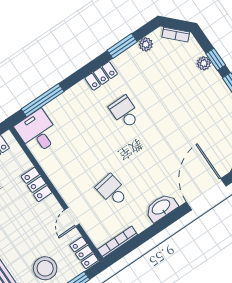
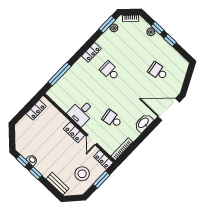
window: (122, 46) -> (107, 24), moved
school desk: (202, 129) -> (158, 71), added
desk: (37, 132) -> (81, 112), moved, turned -90
locker: (37, 184) -> (74, 132), moved
door: (206, 194) -> (169, 109), hinge flipped

